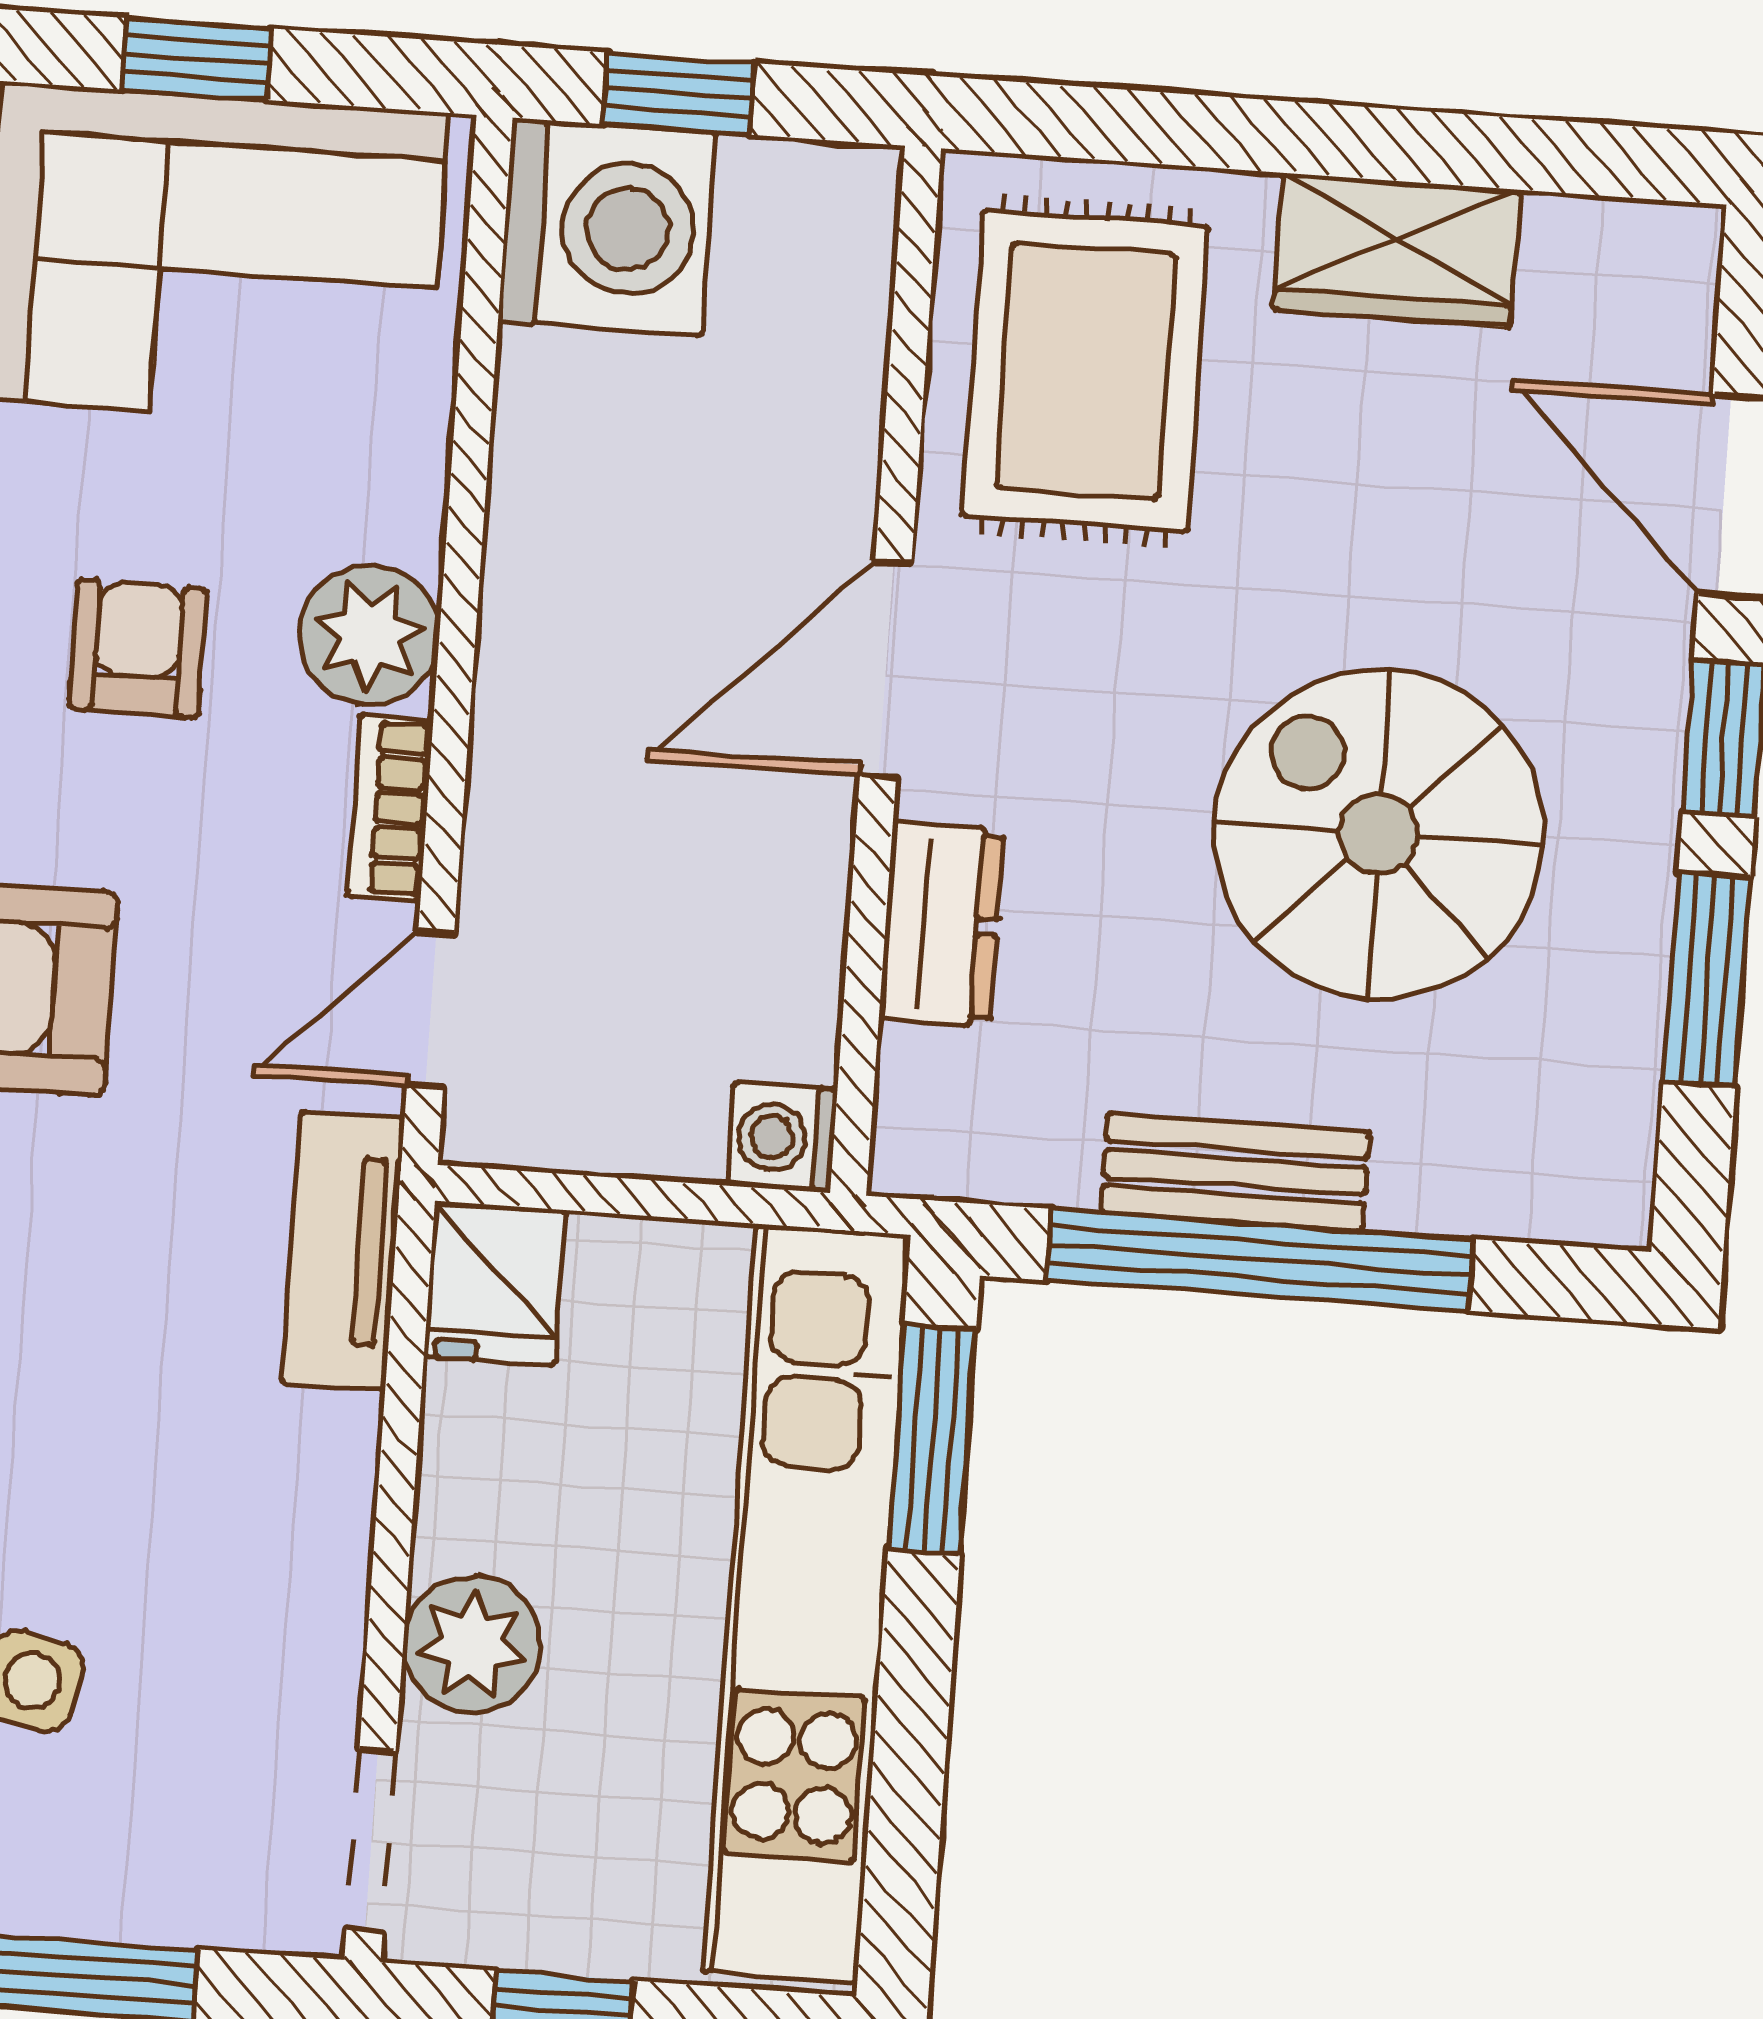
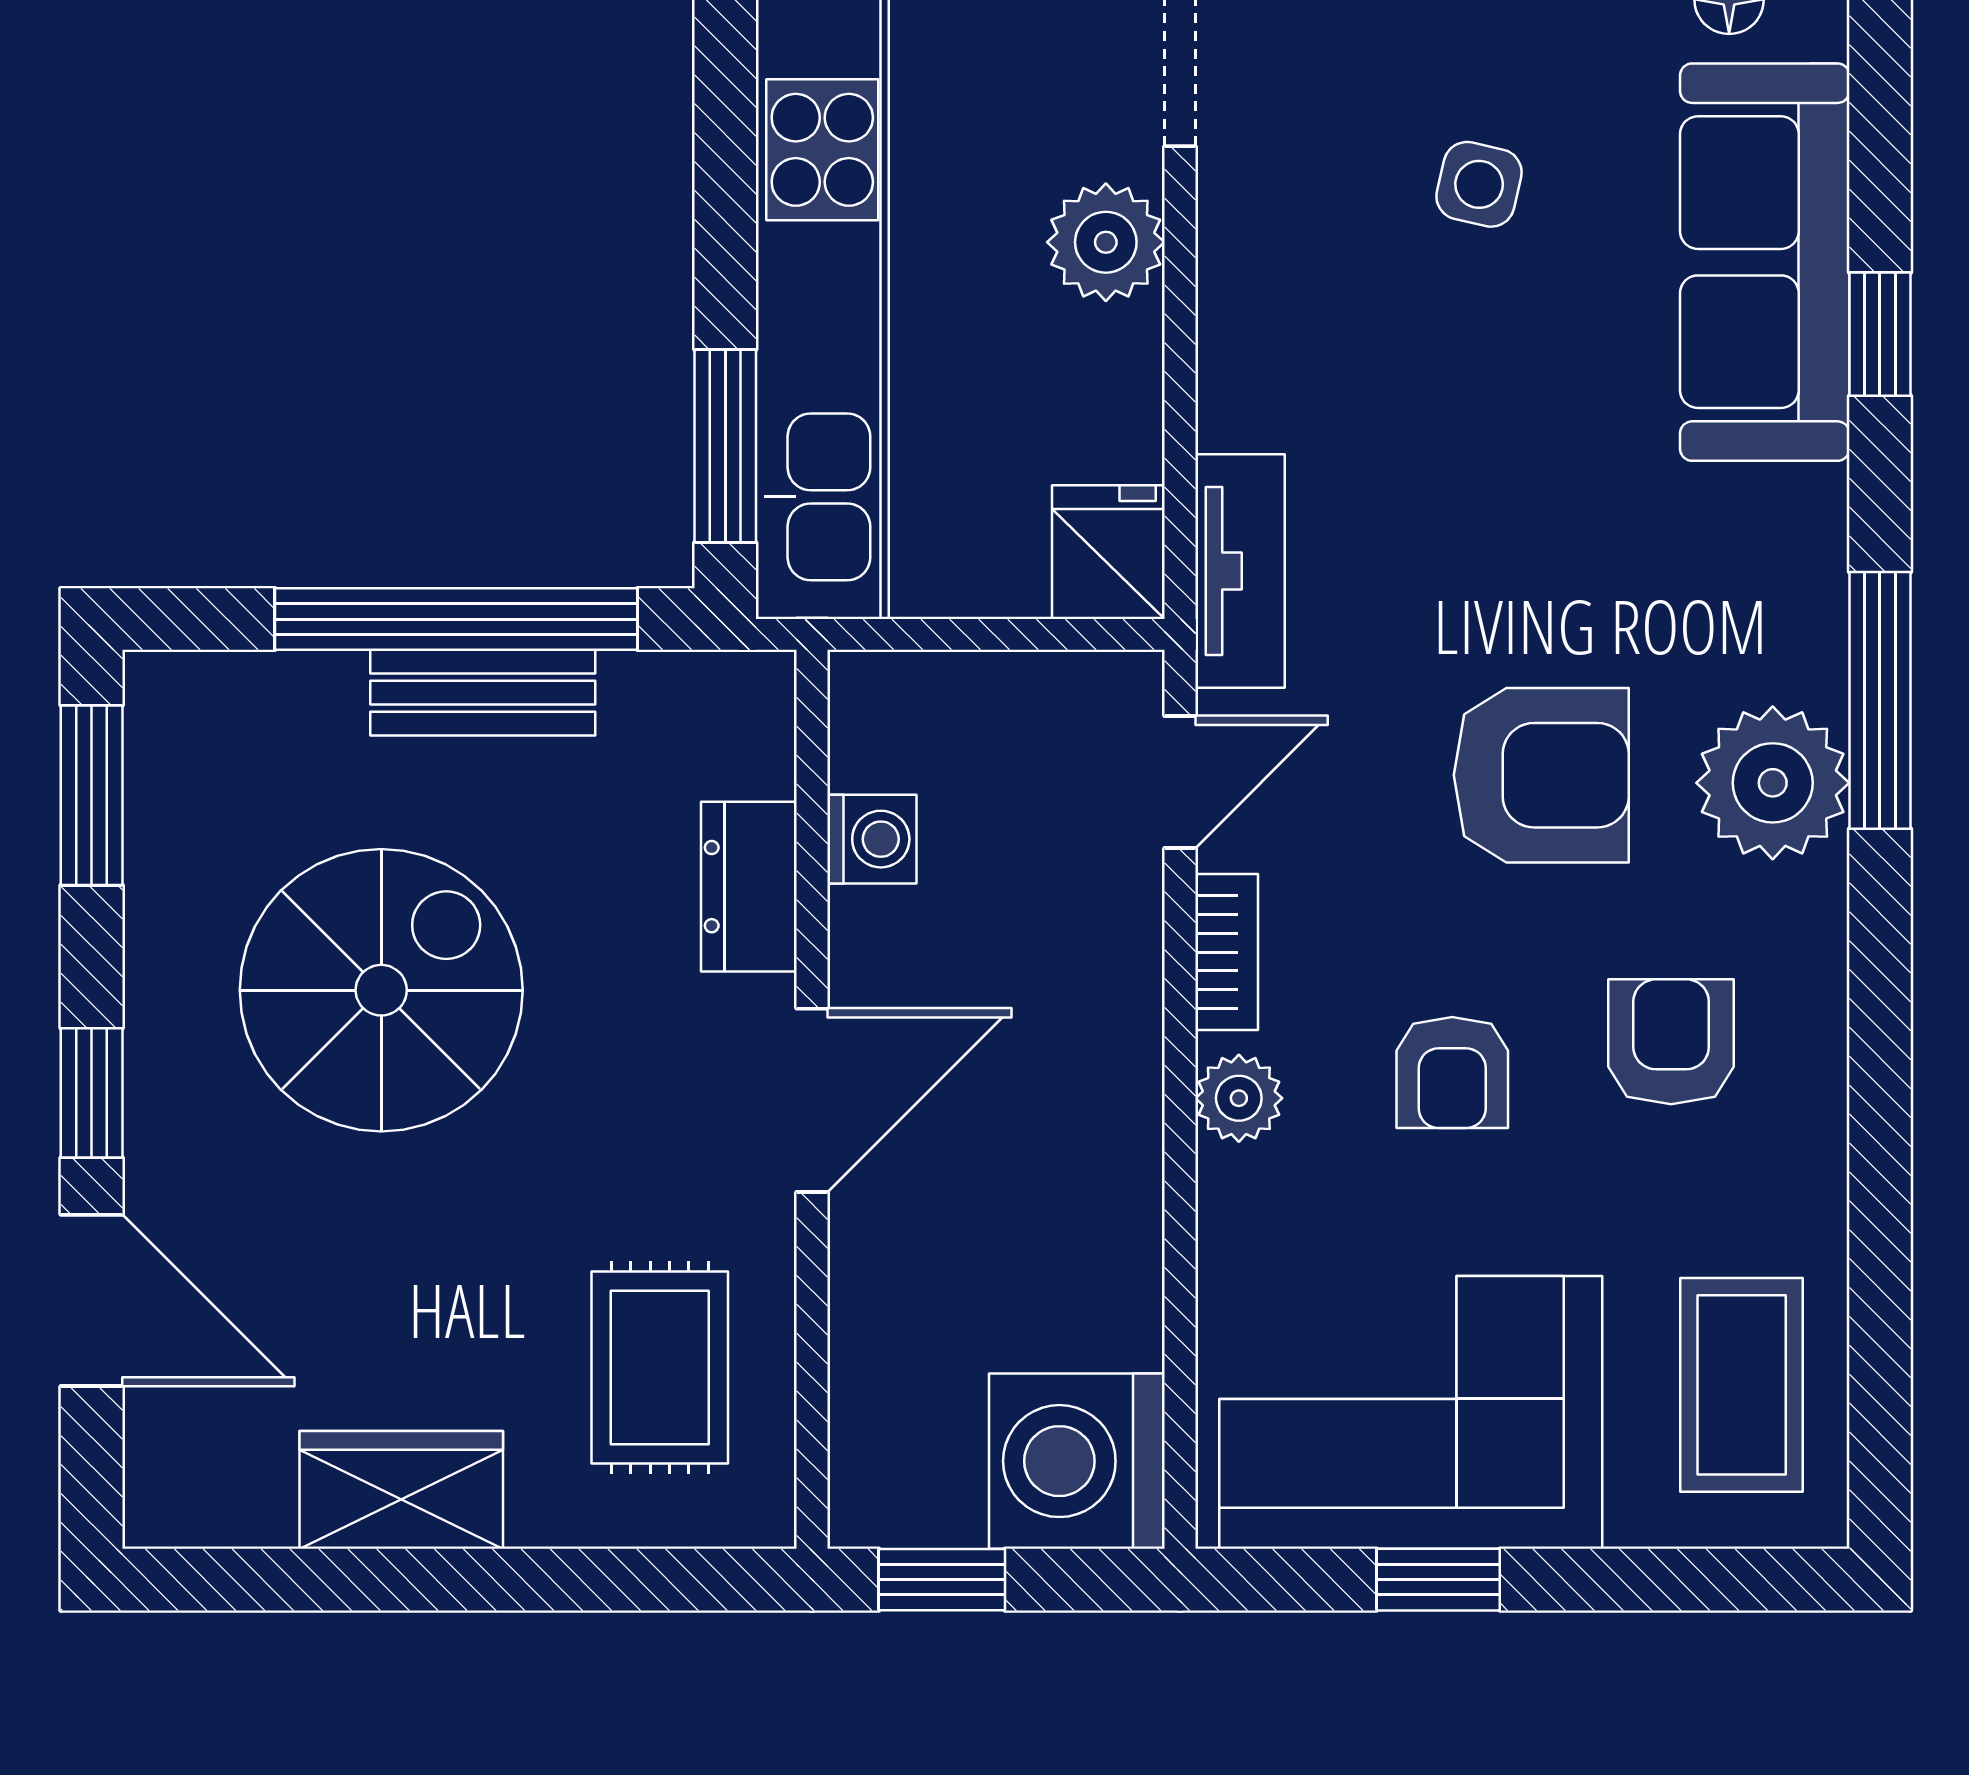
window: (679, 94) -> (942, 1580), moved
rug: (1085, 371) -> (660, 1368), width x0.73, depth x0.70
plant: (369, 635) -> (1239, 1098), width x0.73, depth x0.73
spiral stairs: (1378, 834) -> (381, 990), turned -90
window: (1707, 979) -> (92, 795), moved
washing machine: (782, 1138) -> (872, 839), moved

